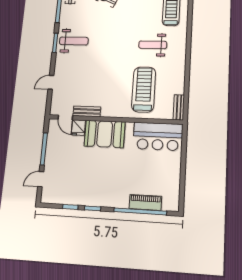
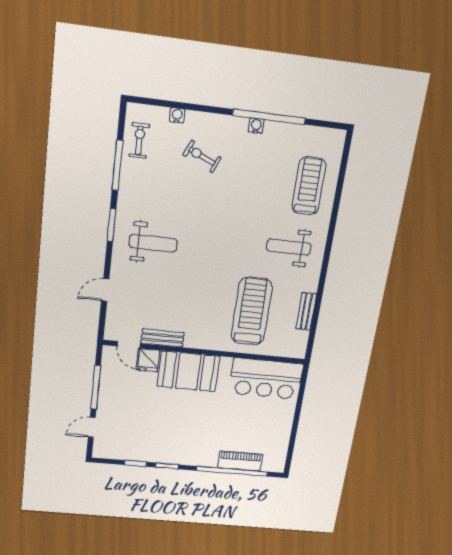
weight bench: (74, 41) -> (153, 243), moved
weight bench: (153, 45) -> (289, 247), moved
bench: (179, 107) -> (306, 311), moved

